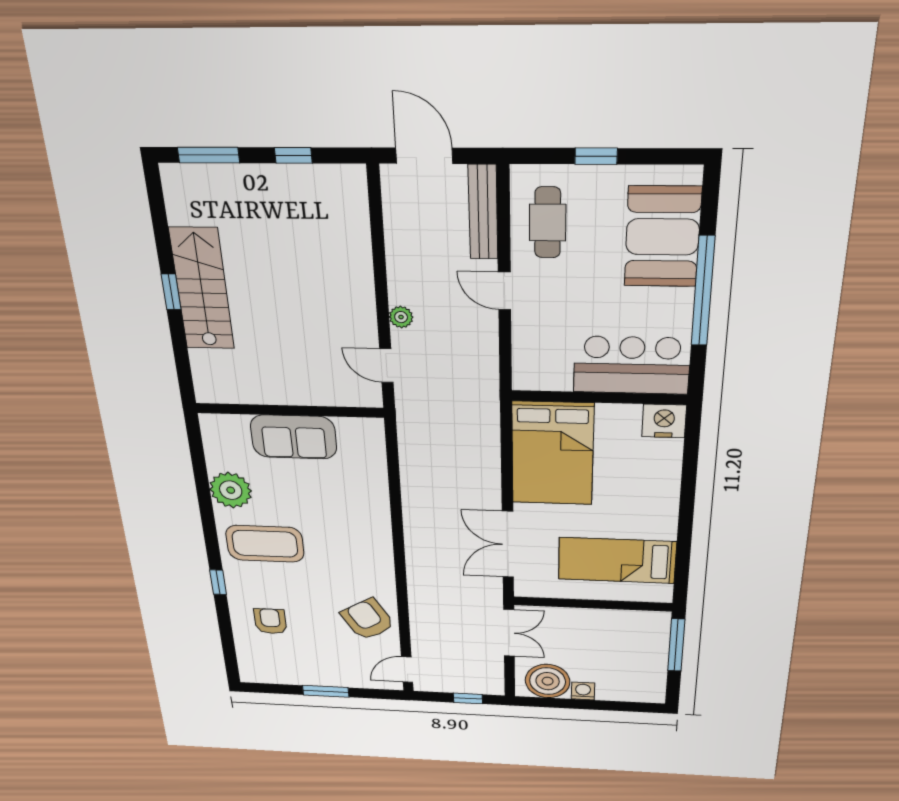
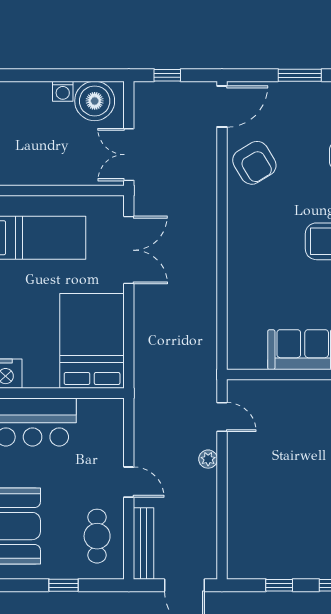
door: (407, 670) -> (222, 106), width x1.37

